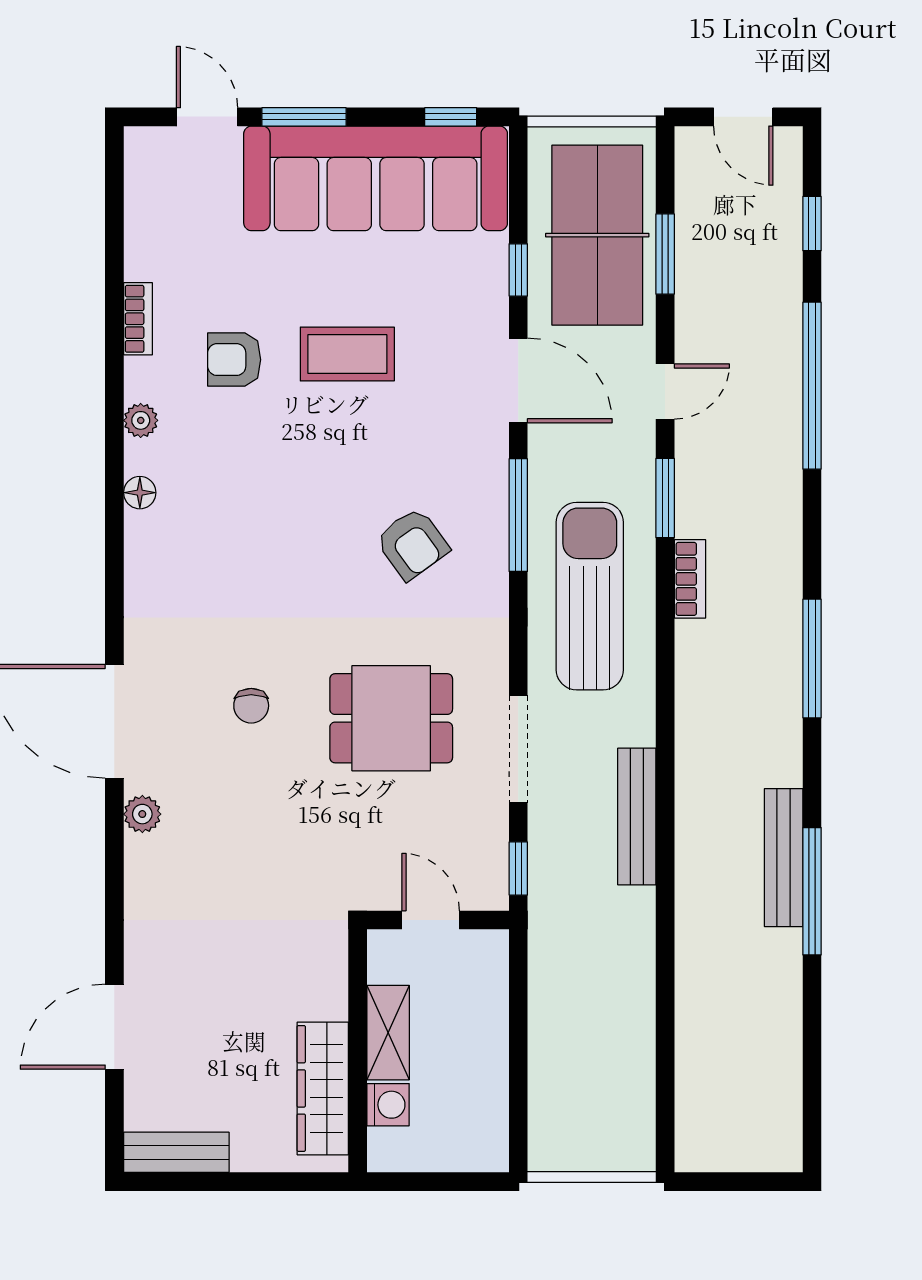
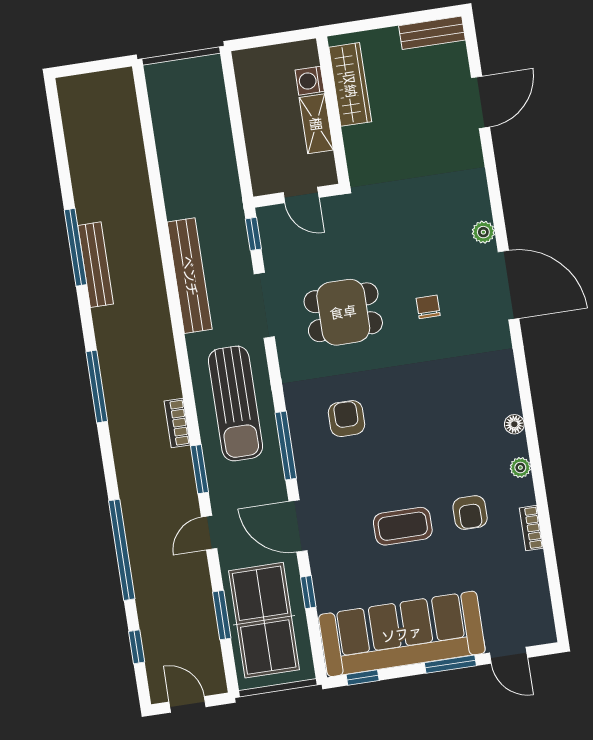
armchair: (234, 360) -> (470, 513), turned 90
armchair: (412, 544) -> (346, 419), turned 36
bench: (637, 817) -> (190, 276), width x1.37, depth x1.21

